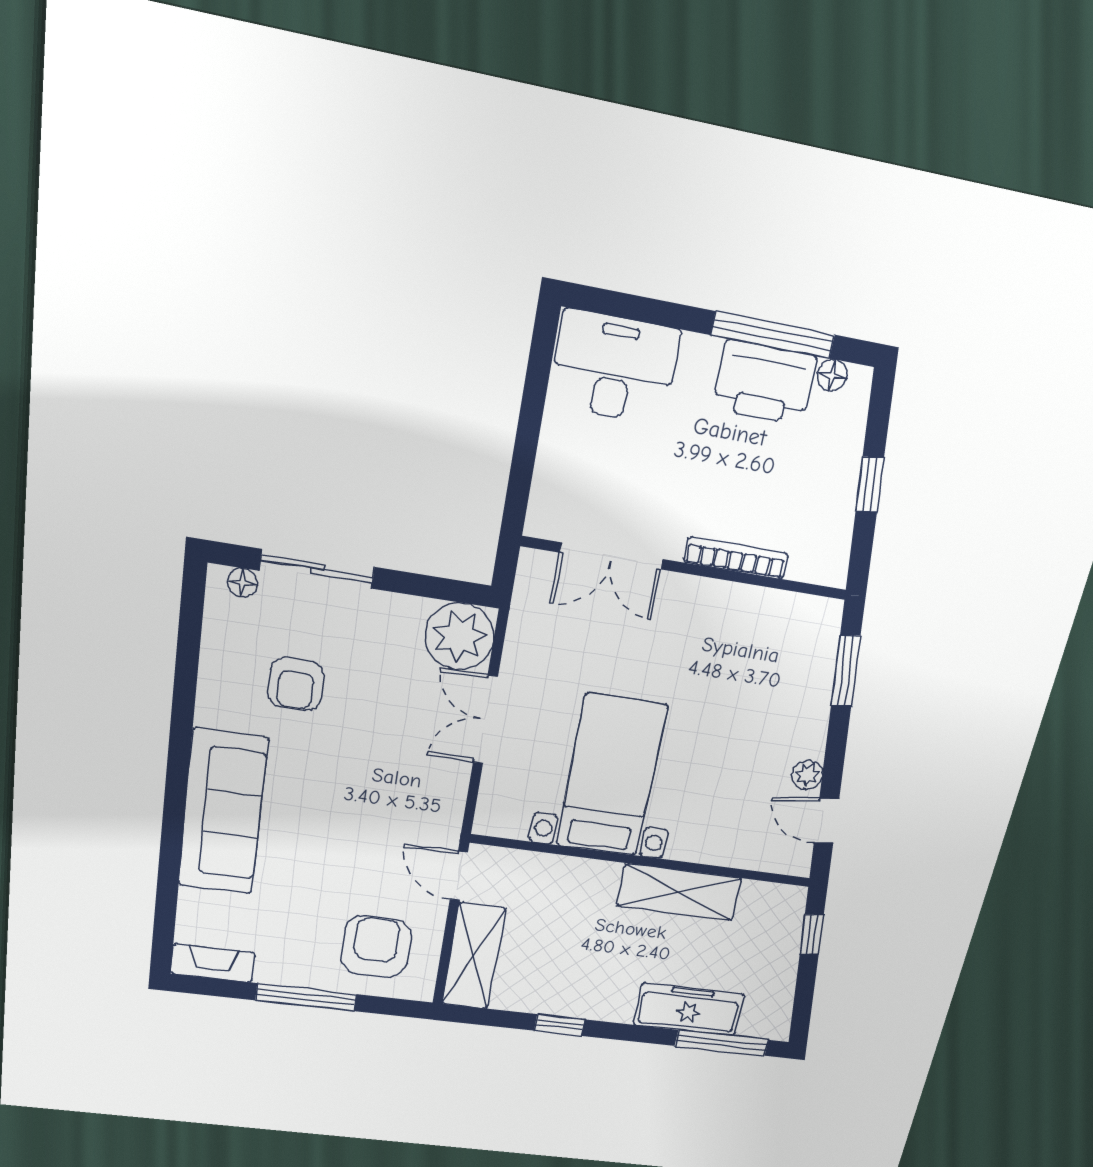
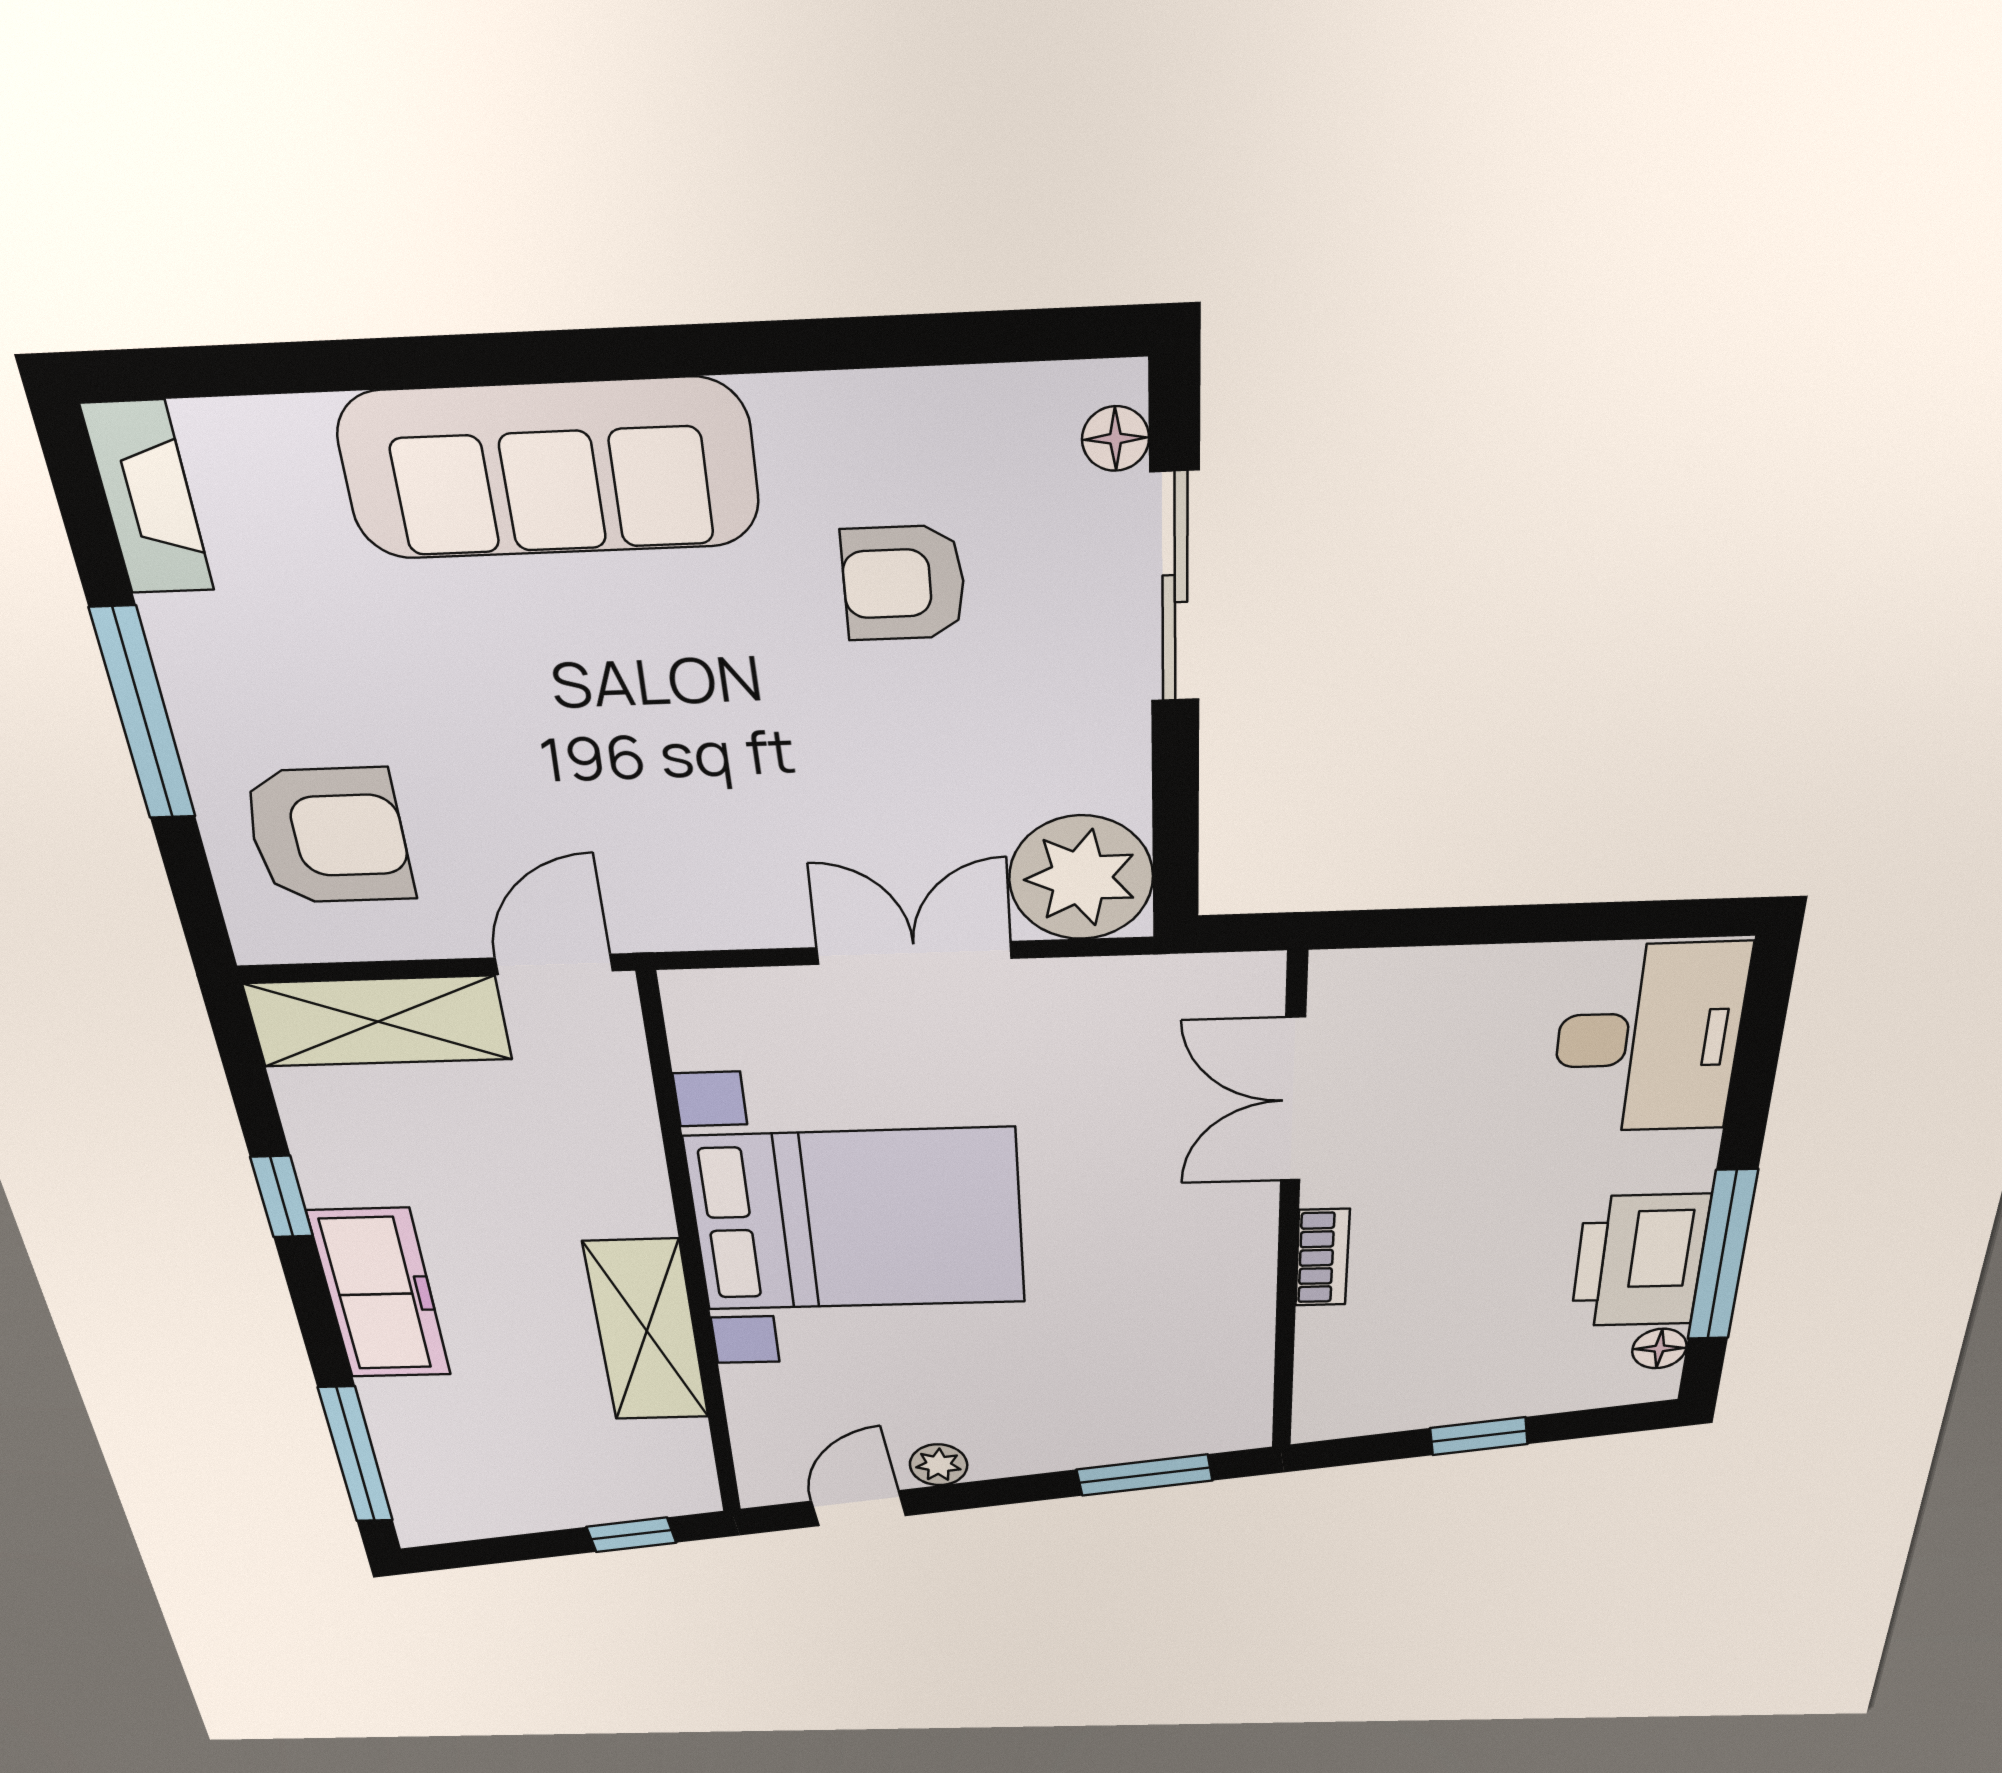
bookcase: (736, 558) -> (1322, 1258), width x0.64
bed with nightstands: (611, 776) -> (857, 1221), width x1.36
freezer: (689, 1009) -> (380, 1294), moved

